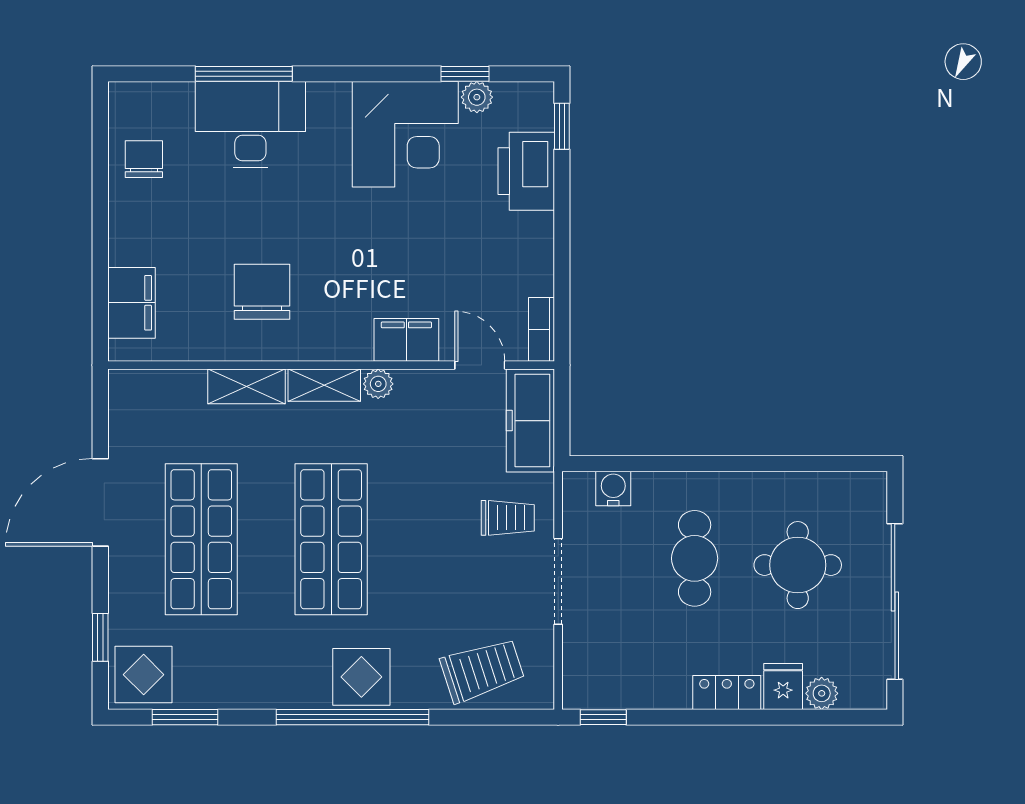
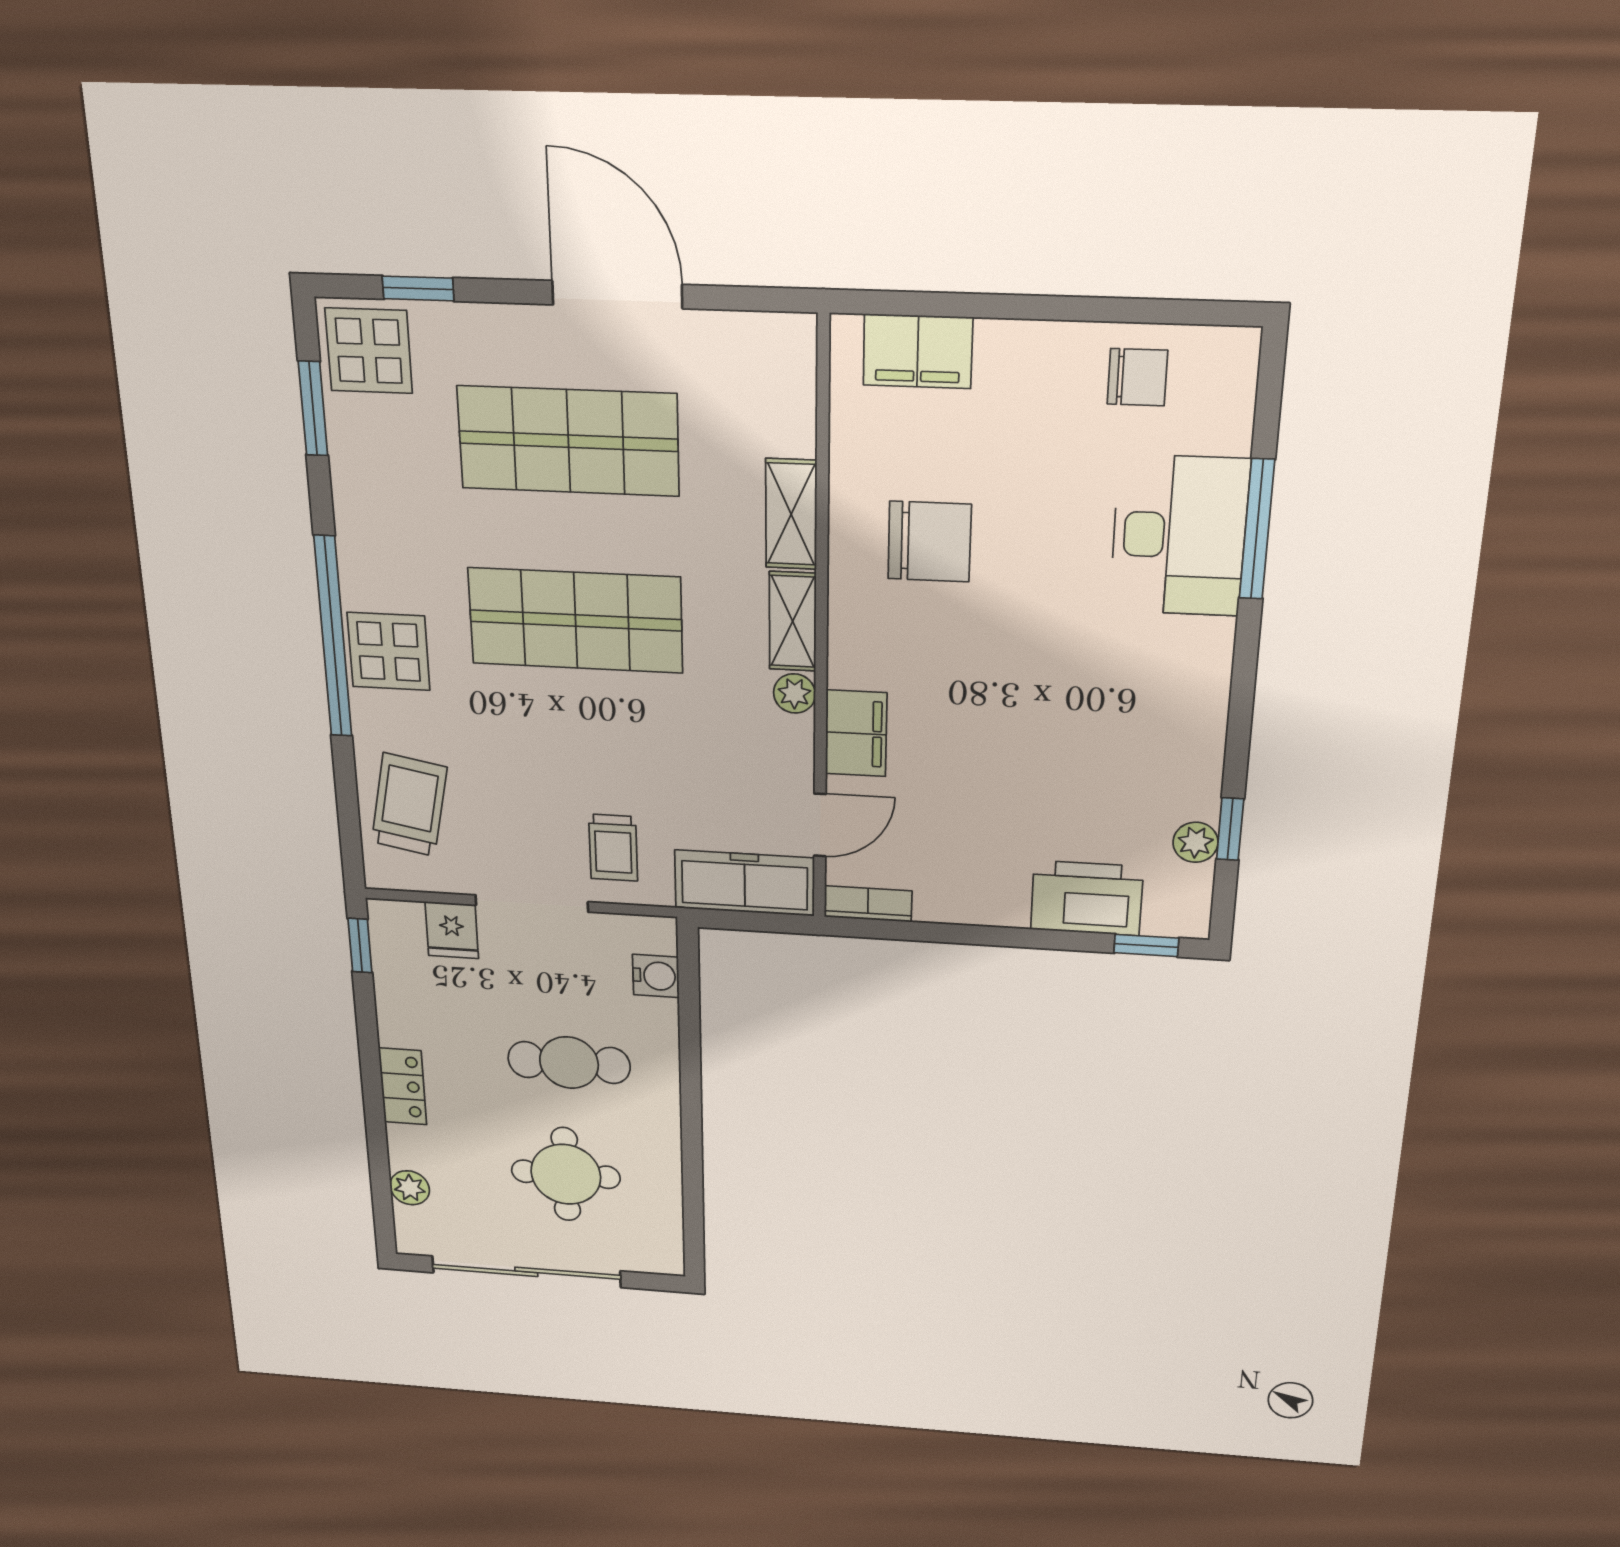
corner desk: (405, 134) -> (1149, 747), removed
trolley: (482, 670) -> (409, 805), turned -151
fridge: (783, 686) -> (452, 930), moved, turned 90

